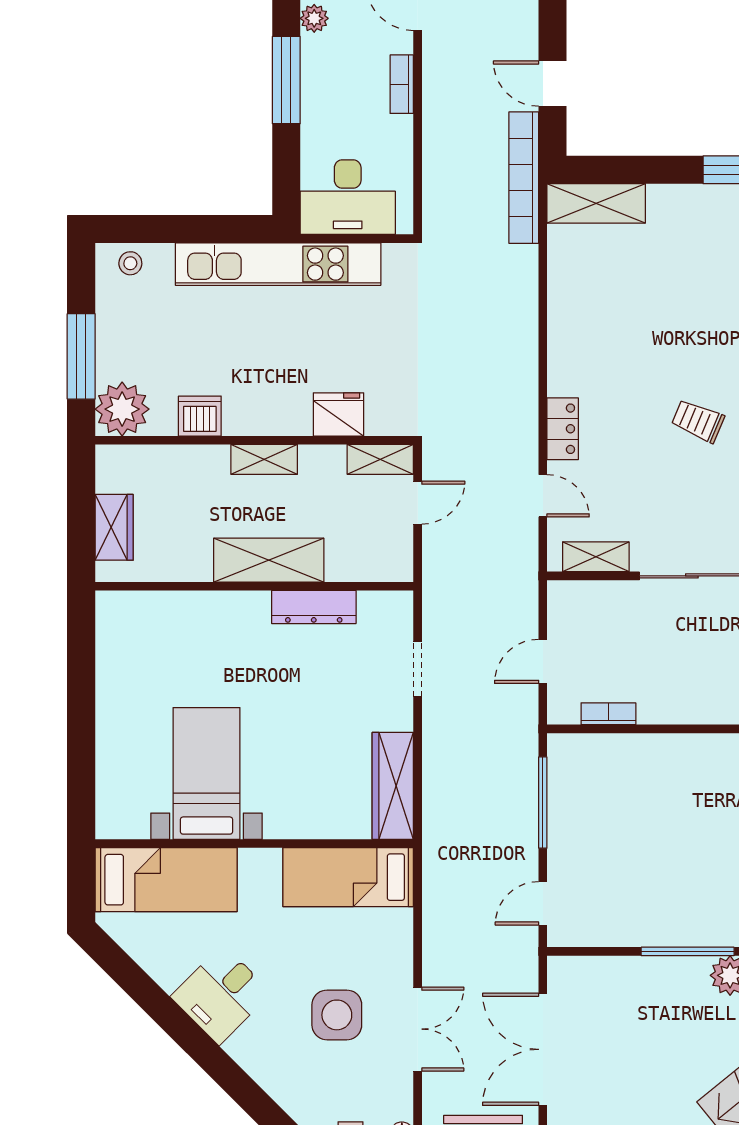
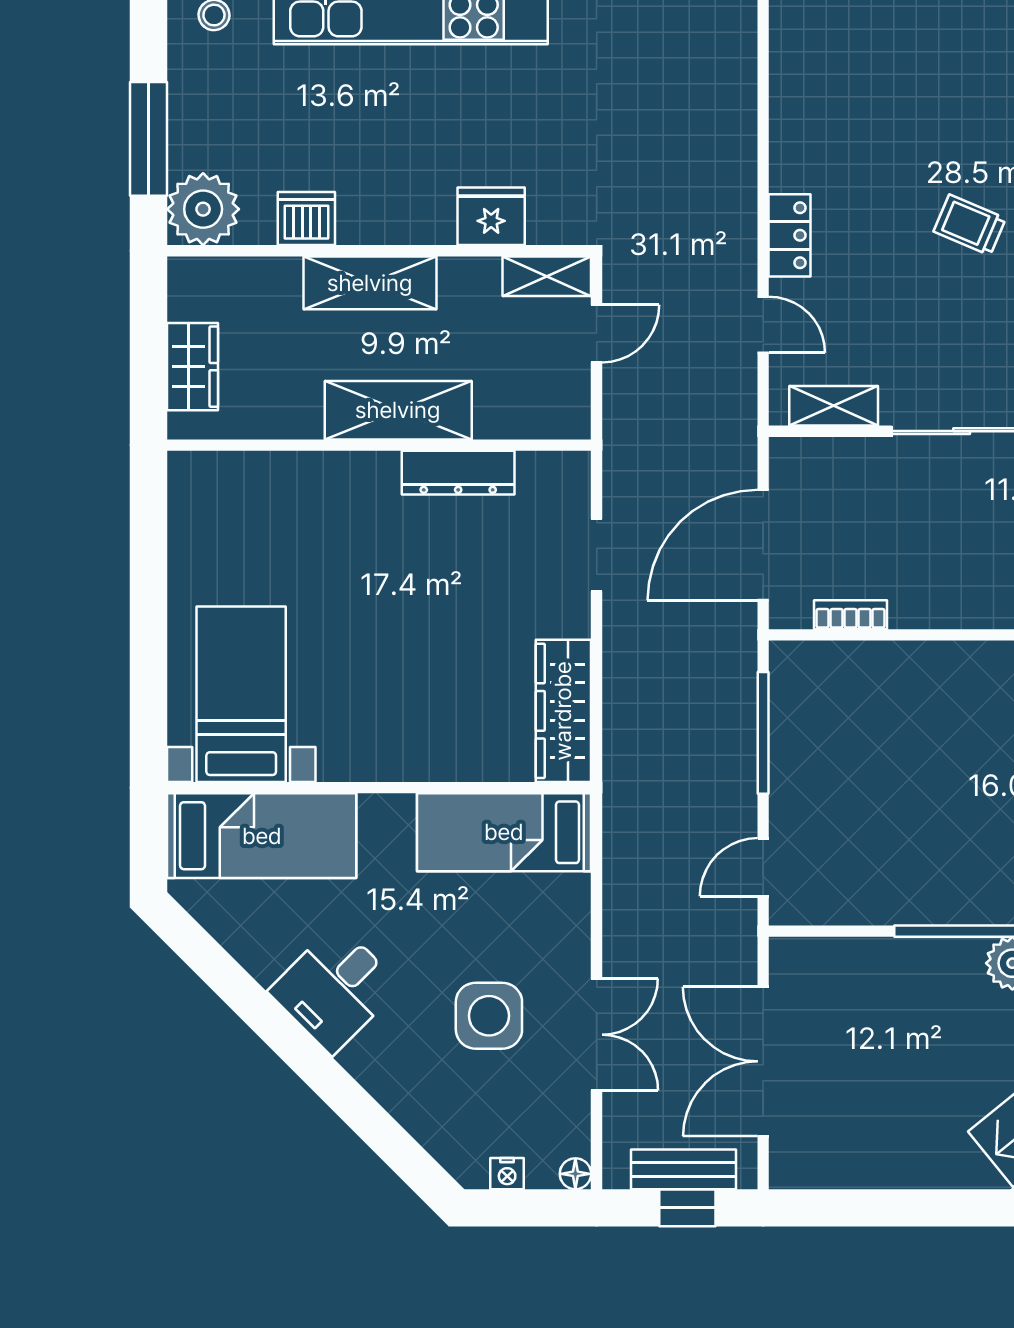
shelving: (264, 459) -> (370, 283), width x1.50, depth x1.33
door: (543, 661) -> (763, 545), width x1.88
bed with nightstands: (206, 773) -> (241, 694), moved

